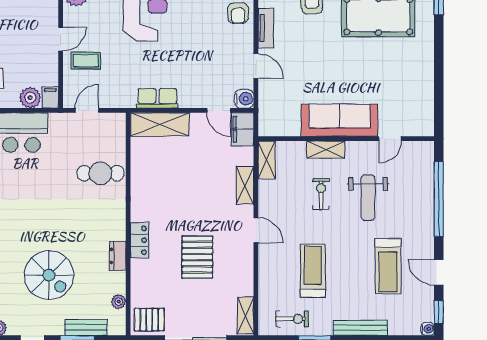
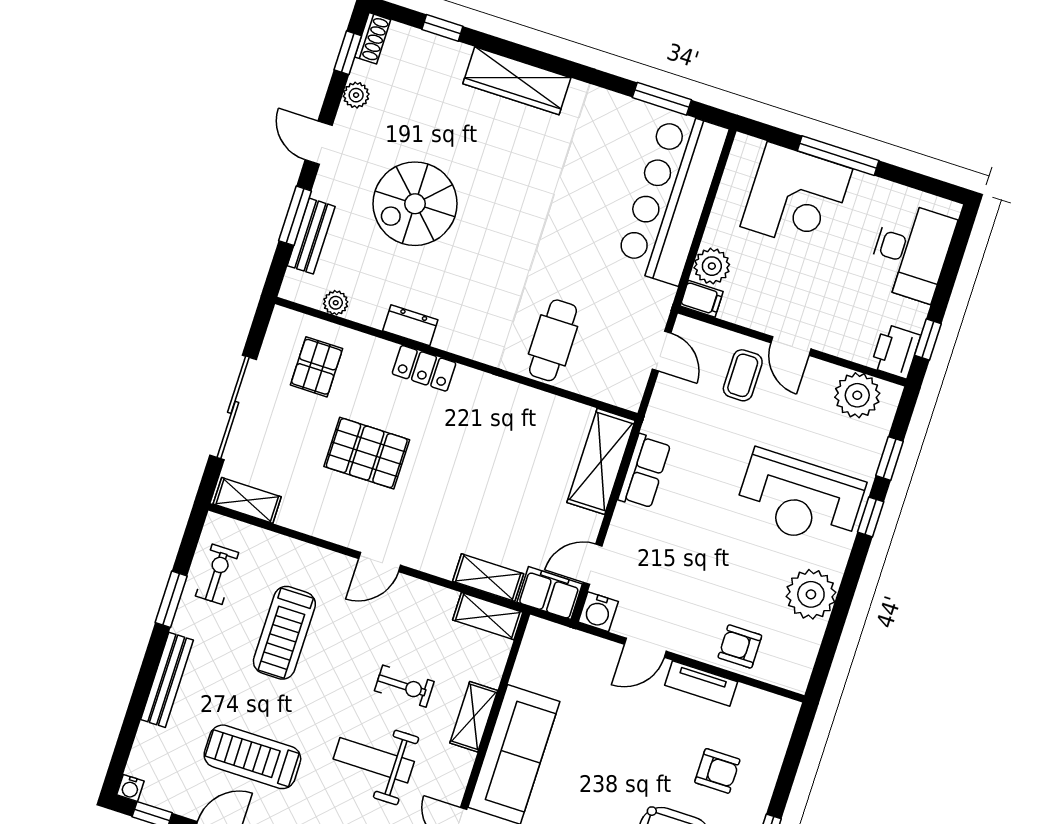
shelving: (245, 185) -> (488, 578), moved
treadmill: (313, 271) -> (284, 633), turned 90
exercise bike: (292, 319) -> (217, 574), turned 180
pallet: (149, 320) -> (317, 367), moved

